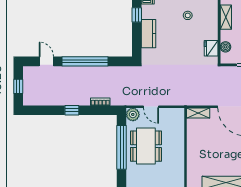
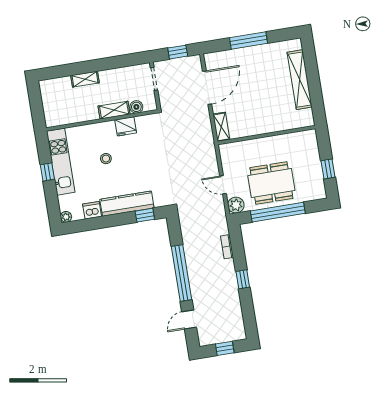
window: (137, 15) -> (145, 215), moved
shelving: (226, 17) -> (114, 110), moved
kitchen counter: (148, 34) -> (127, 204), width x1.50
fridge: (211, 48) -> (126, 126), moved
door: (151, 107) -> (223, 185), swing flipped

